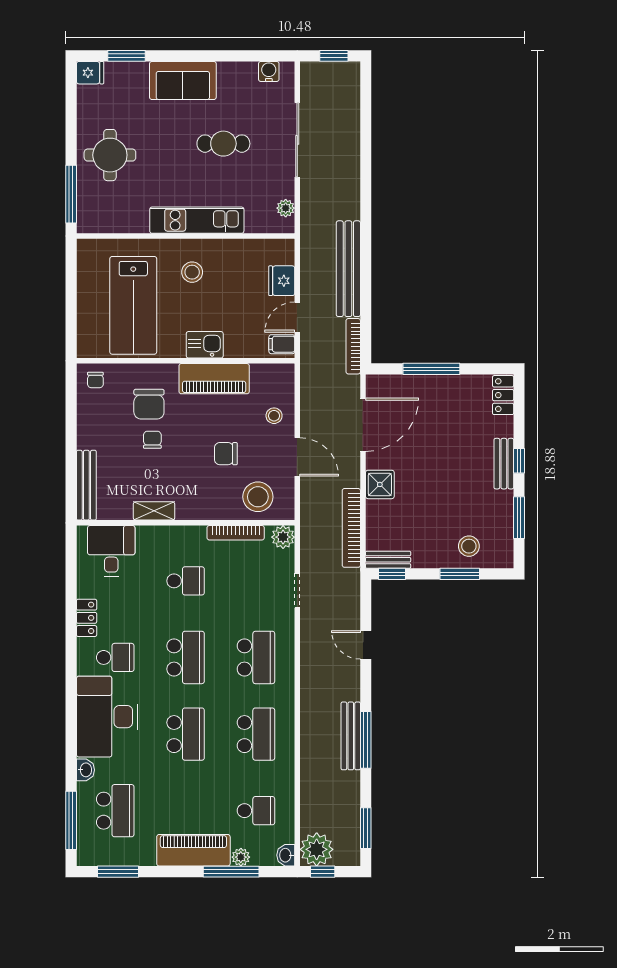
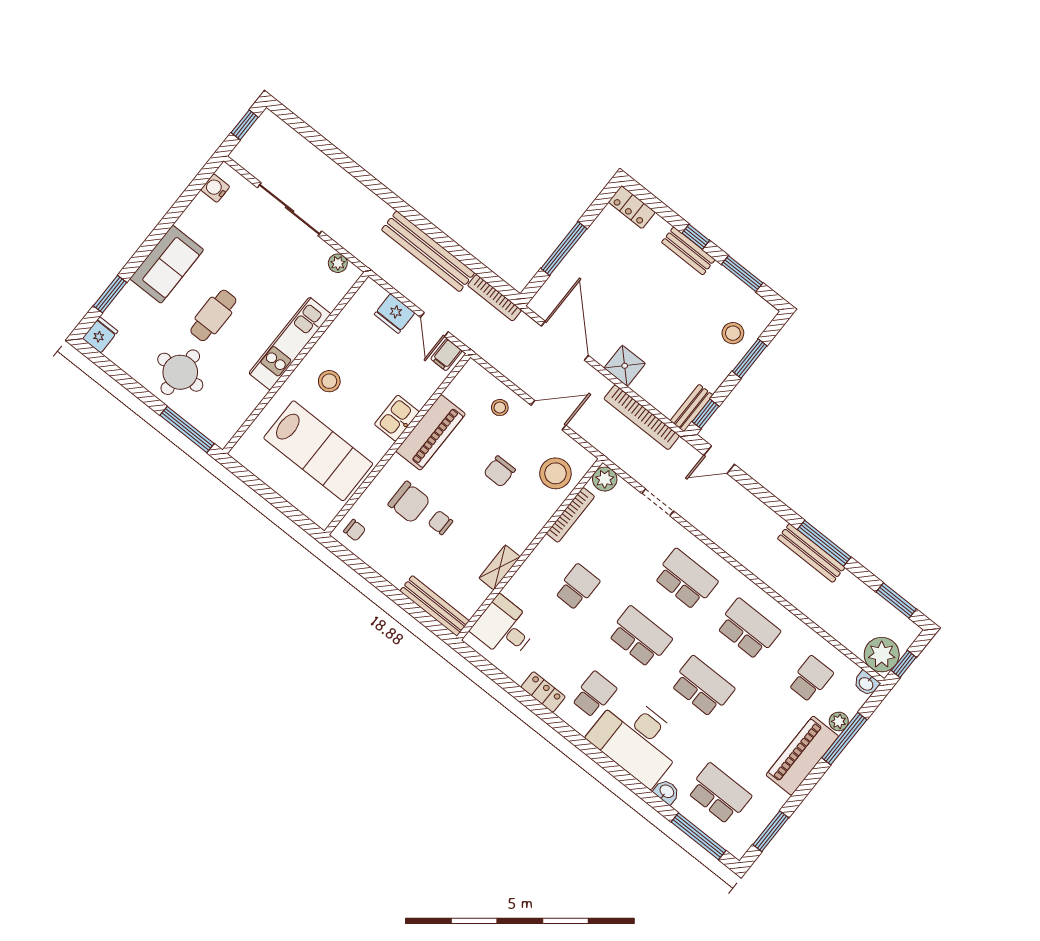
cafe table: (223, 144) -> (213, 315), moved
door: (366, 645) -> (719, 460), moved

